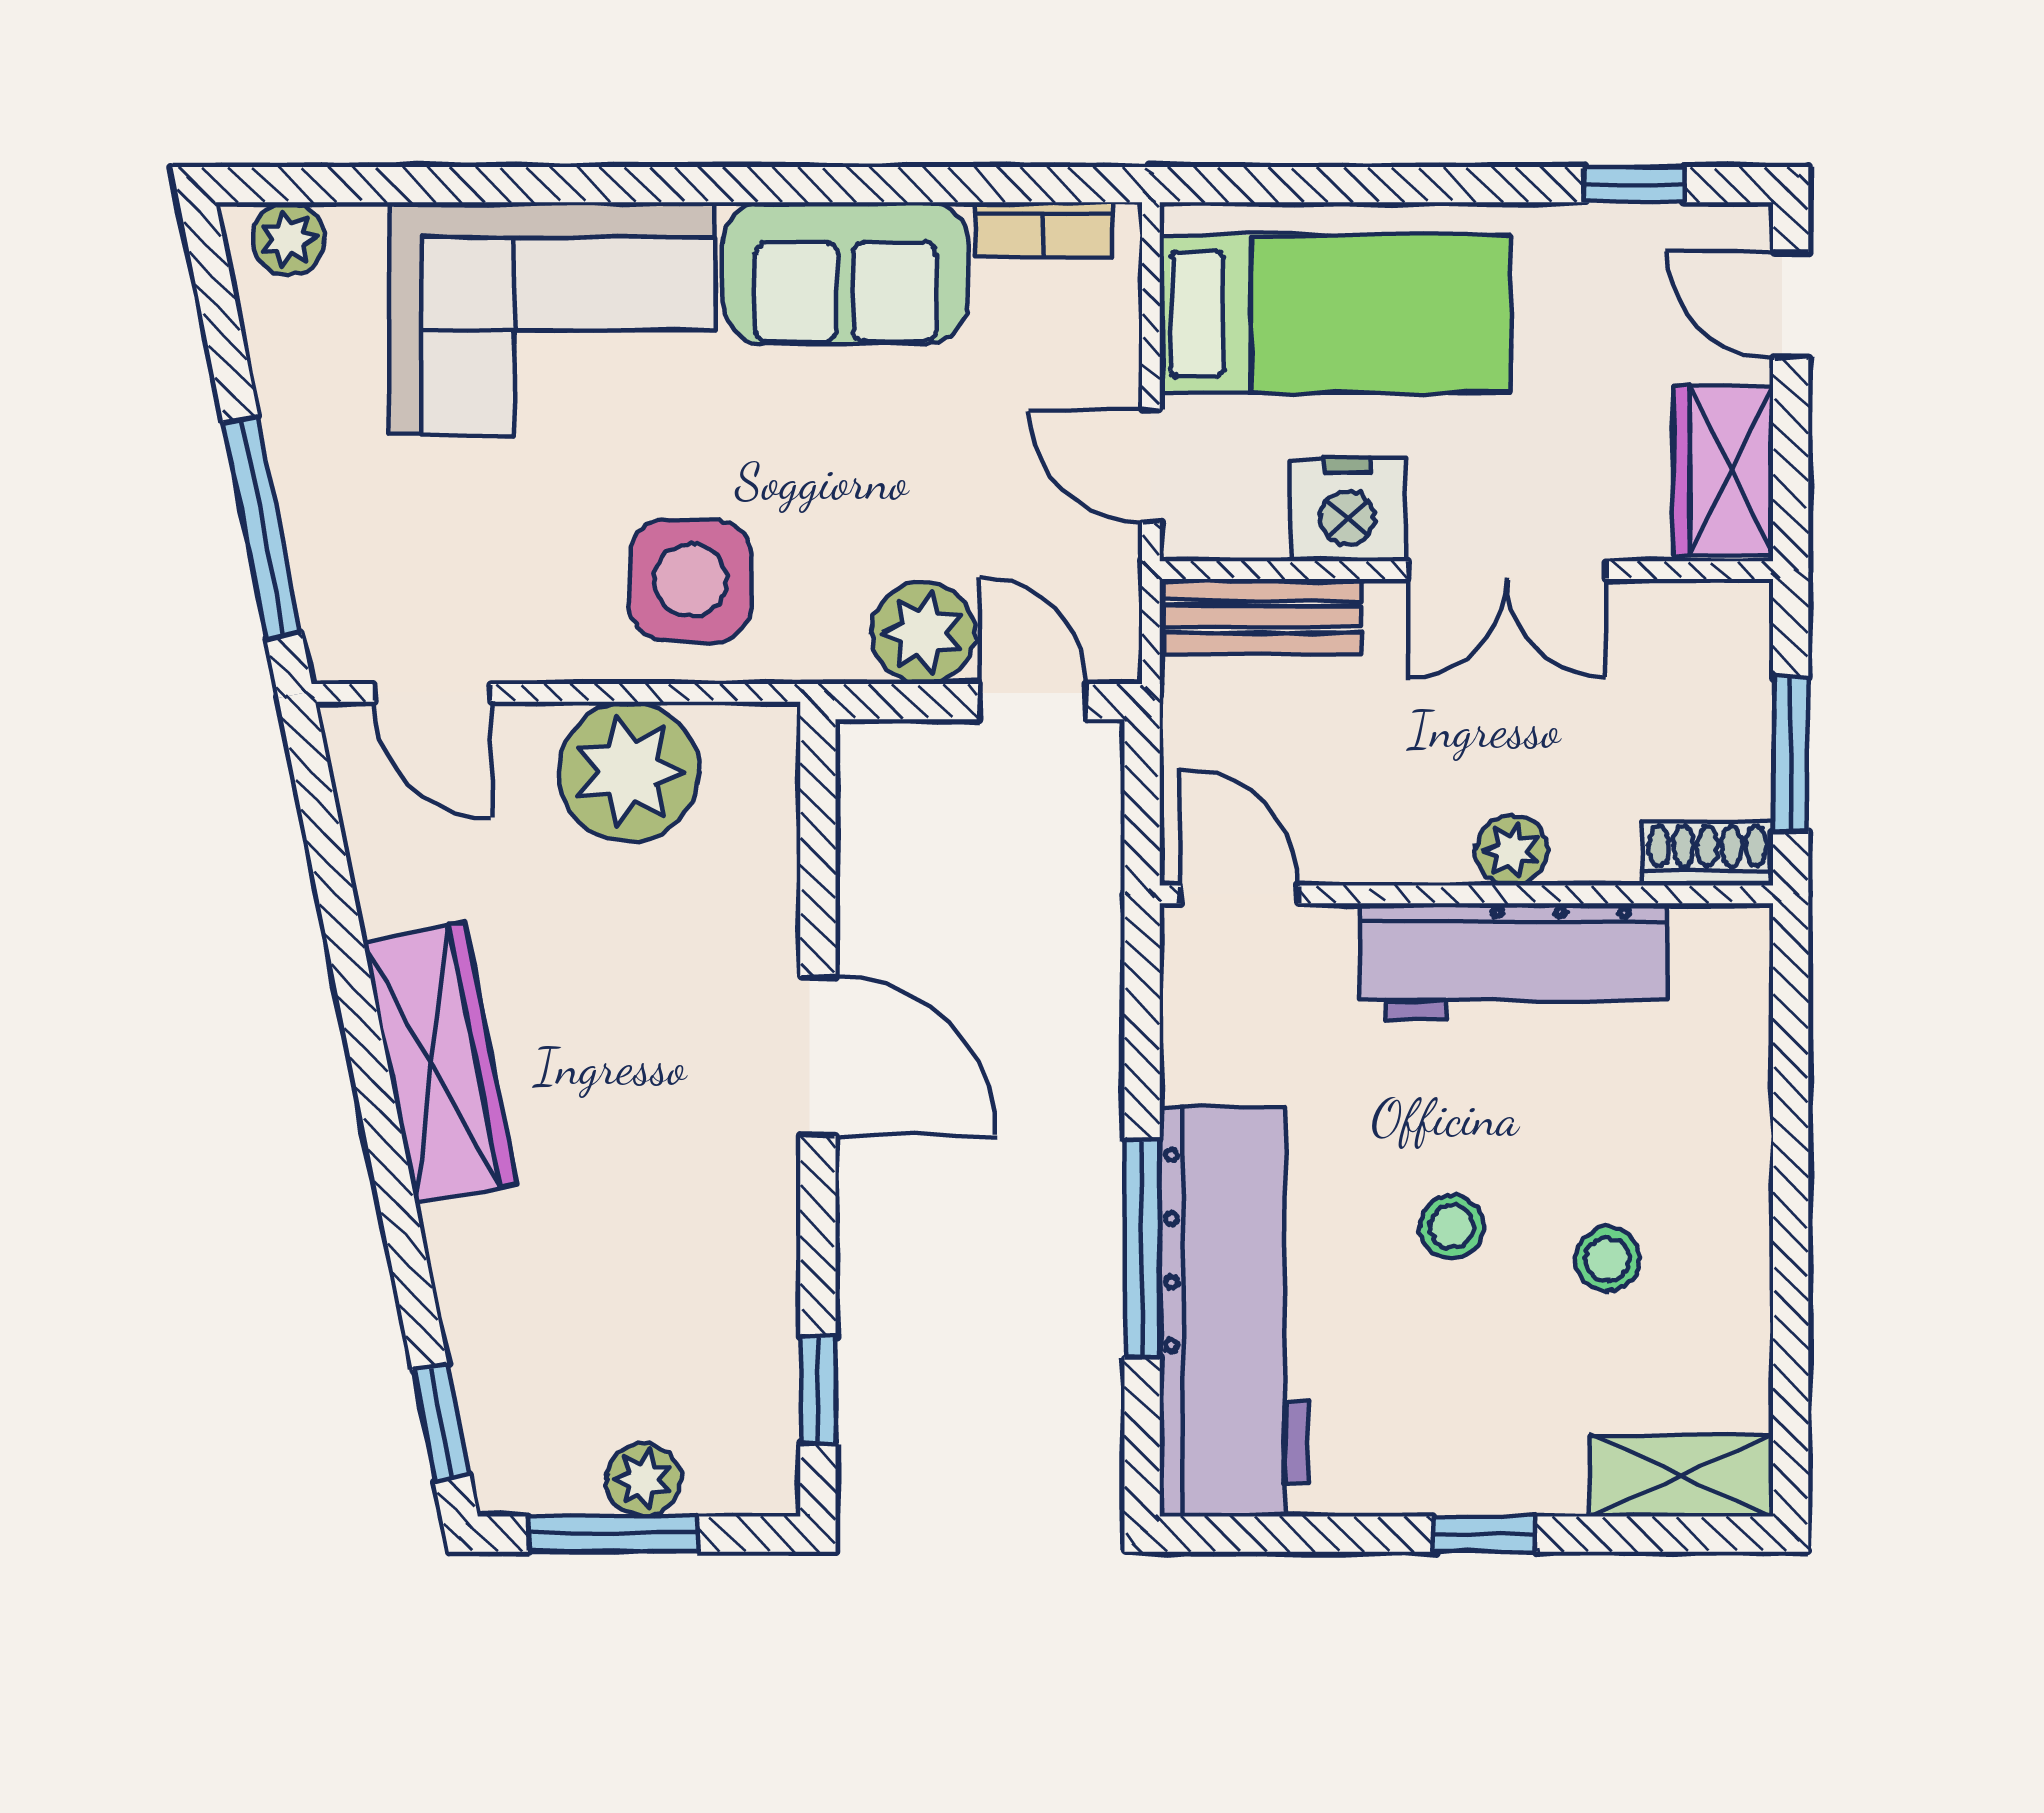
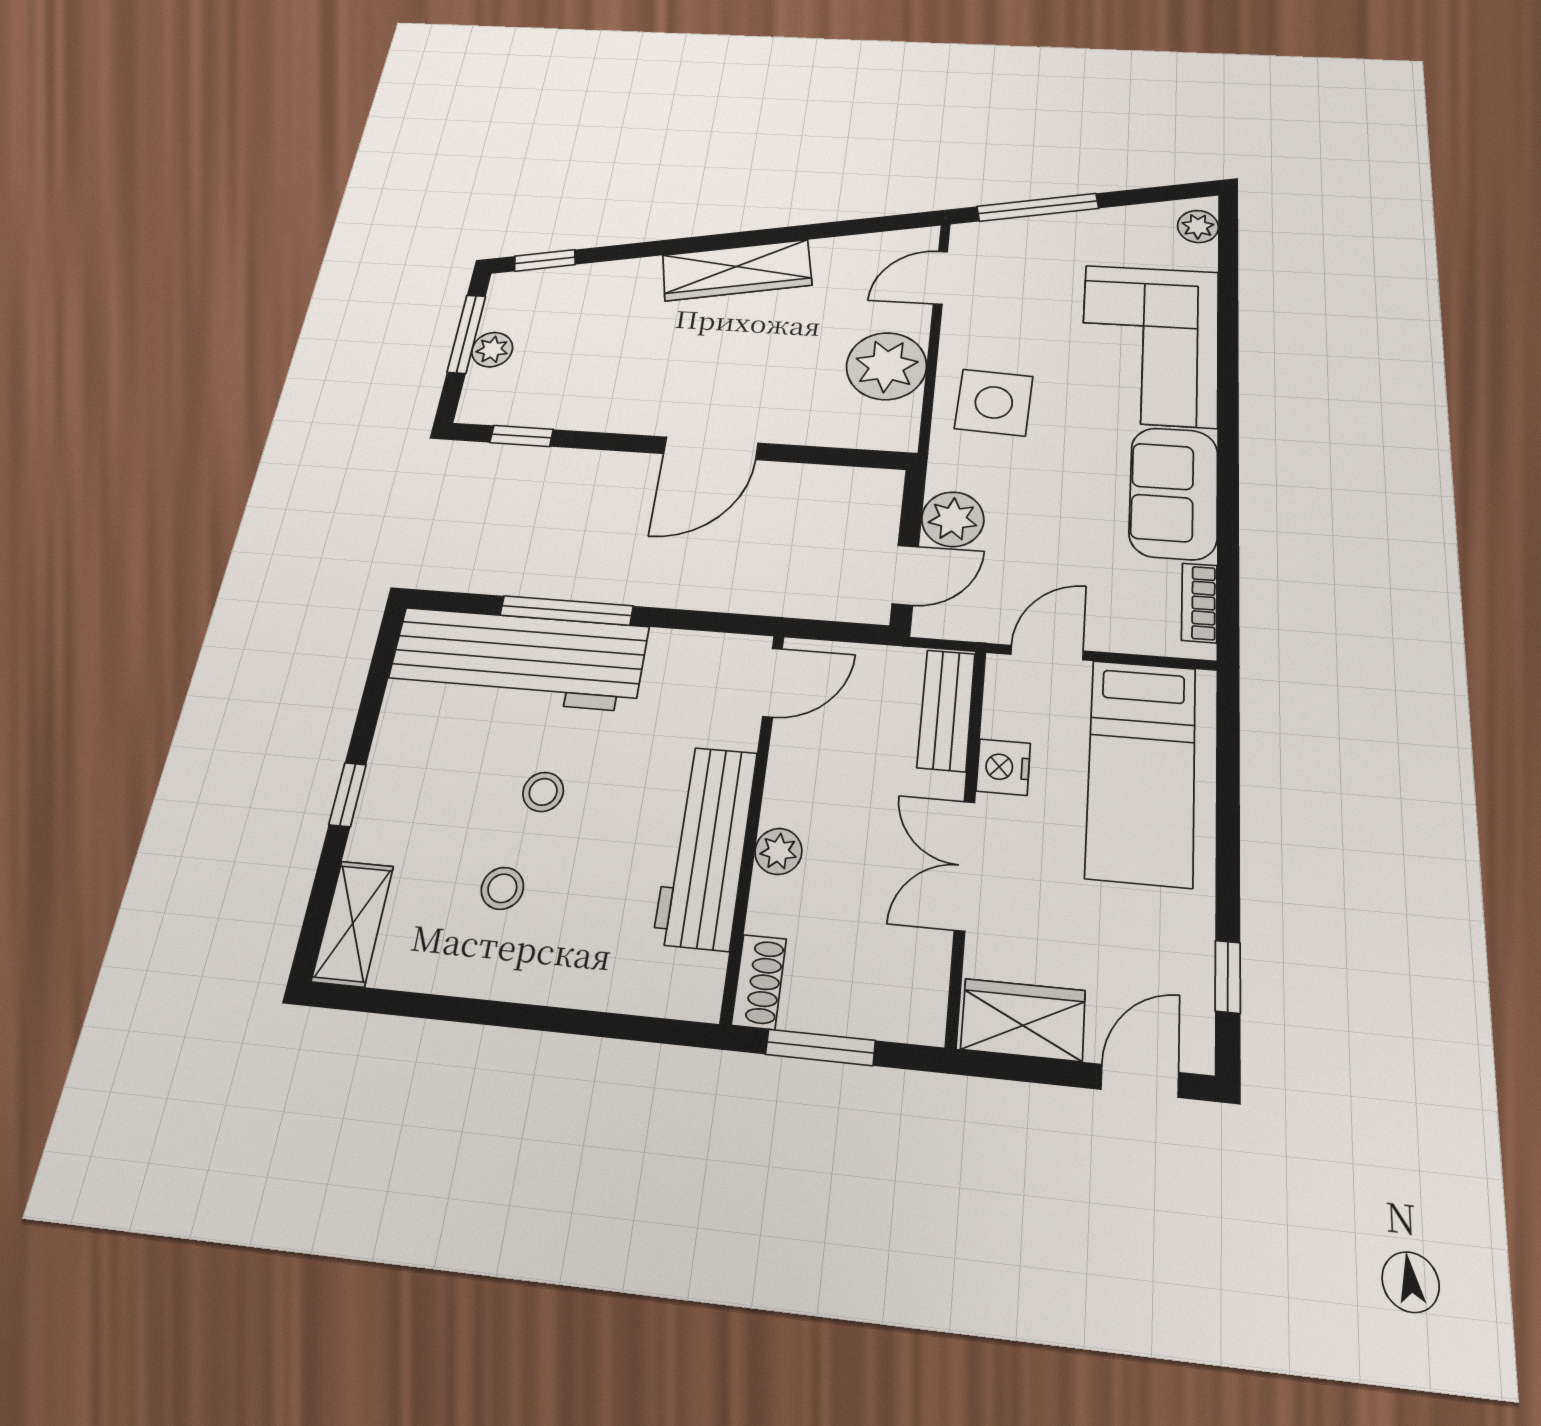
nightstand: (1348, 510) -> (1003, 767), width x0.74, depth x0.75

